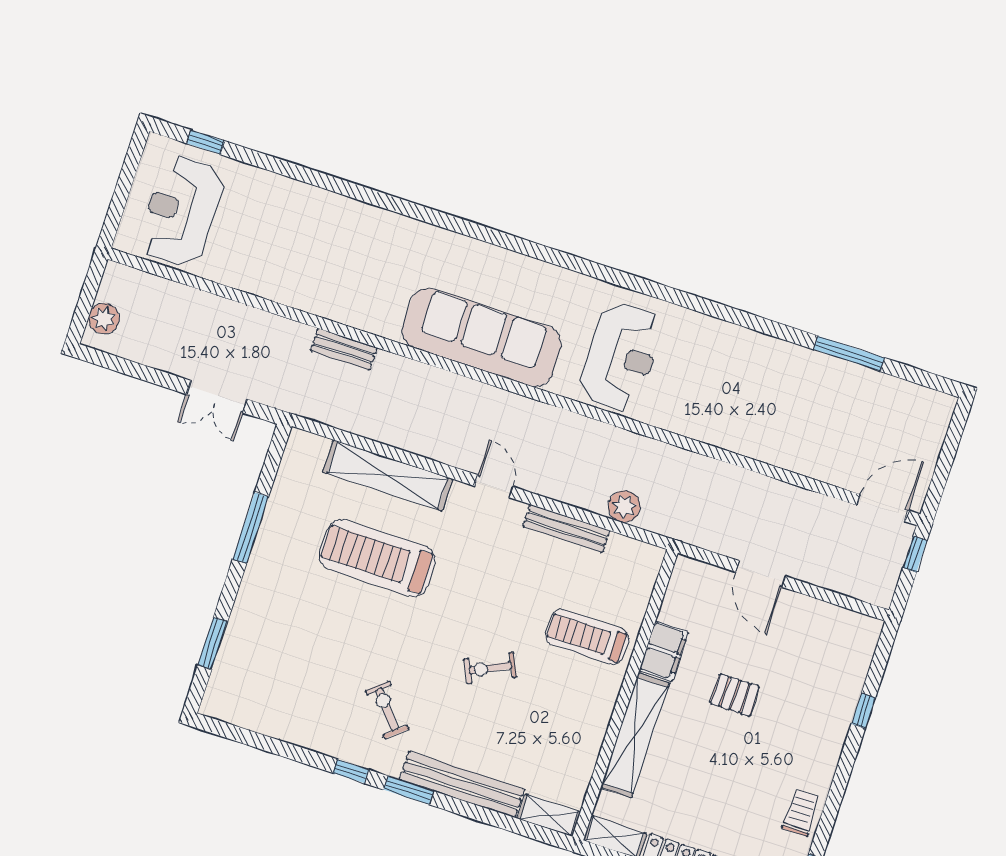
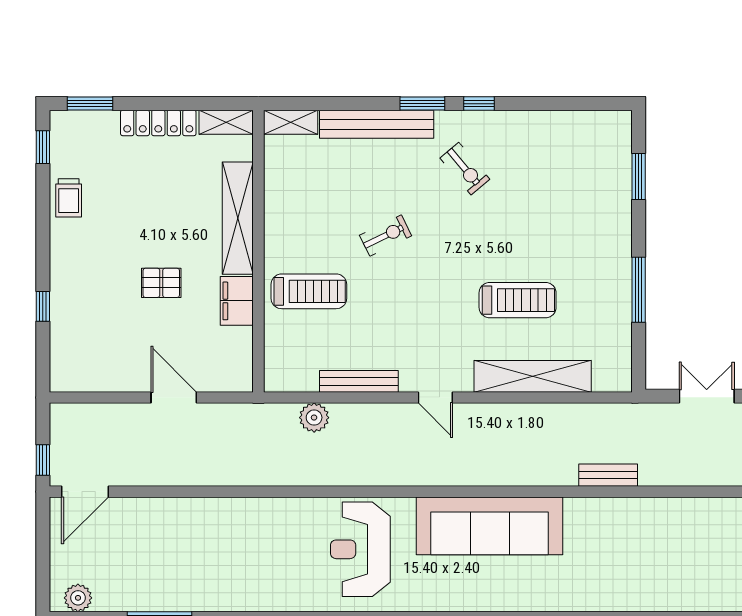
plant: (925, 402) -> (78, 598), added
treadmill: (377, 558) -> (518, 300), width x0.73, depth x0.73

